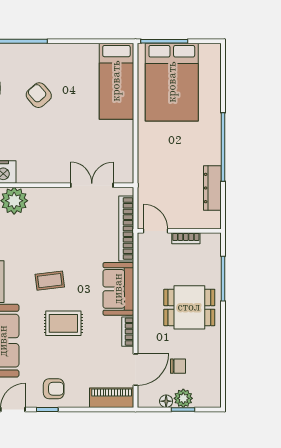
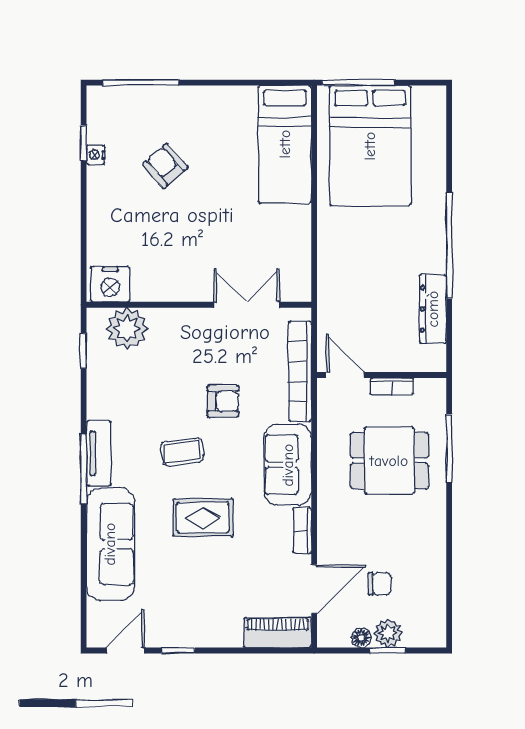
dining table: (189, 307) -> (389, 461), moved
armchair: (54, 389) -> (223, 401), moved

